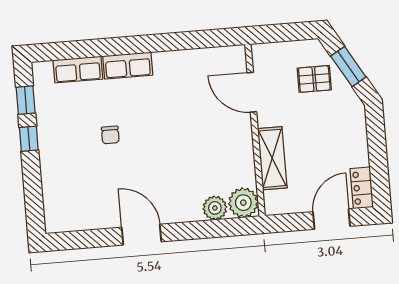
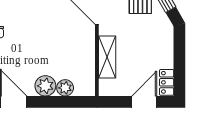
plant: (243, 203) -> (45, 86), moved

